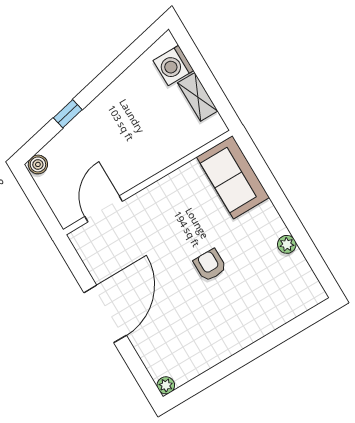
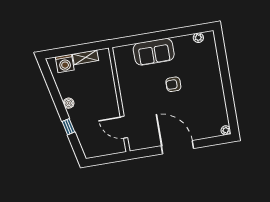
boiler: (38, 164) -> (69, 103), moved
sofa: (233, 177) -> (154, 52), moved
plant: (287, 244) -> (198, 38), moved

